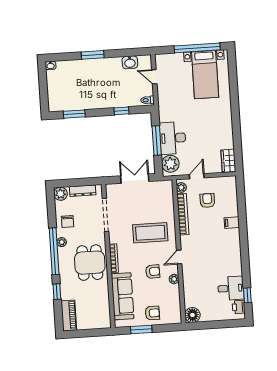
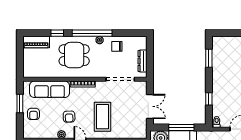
plant: (61, 194) -> (141, 42), removed
dining table: (90, 263) -> (74, 55), moved

